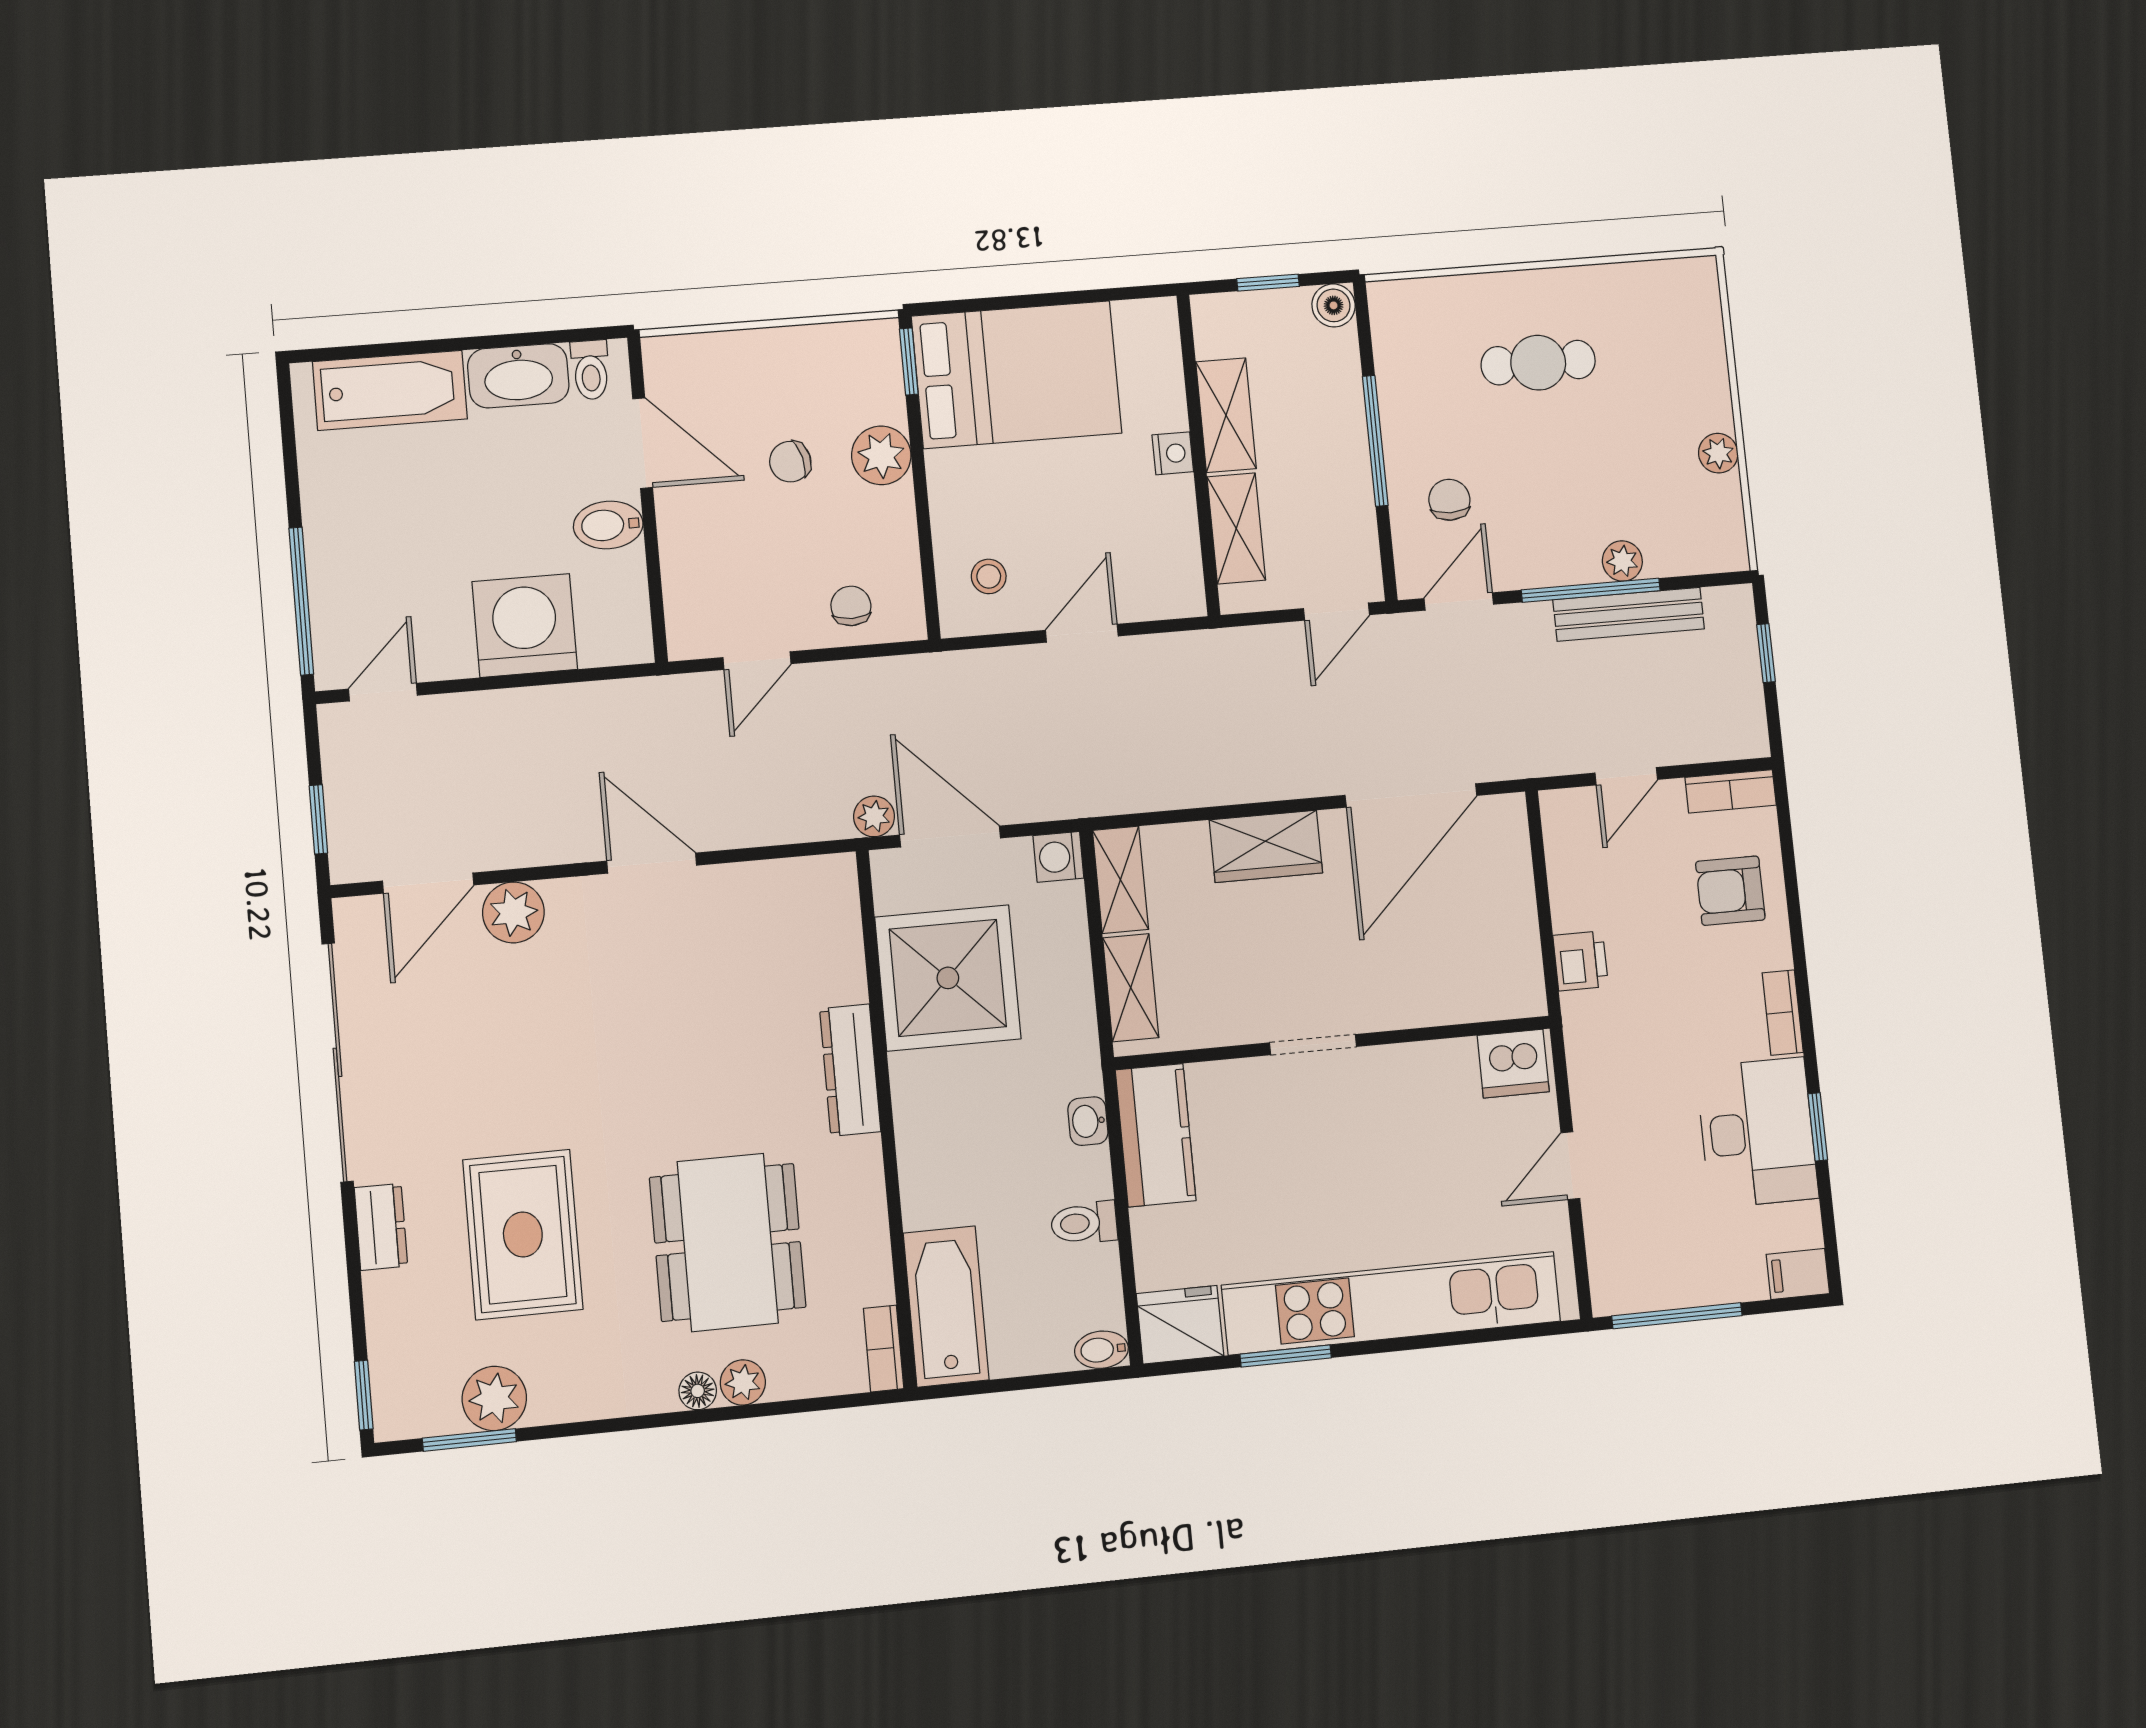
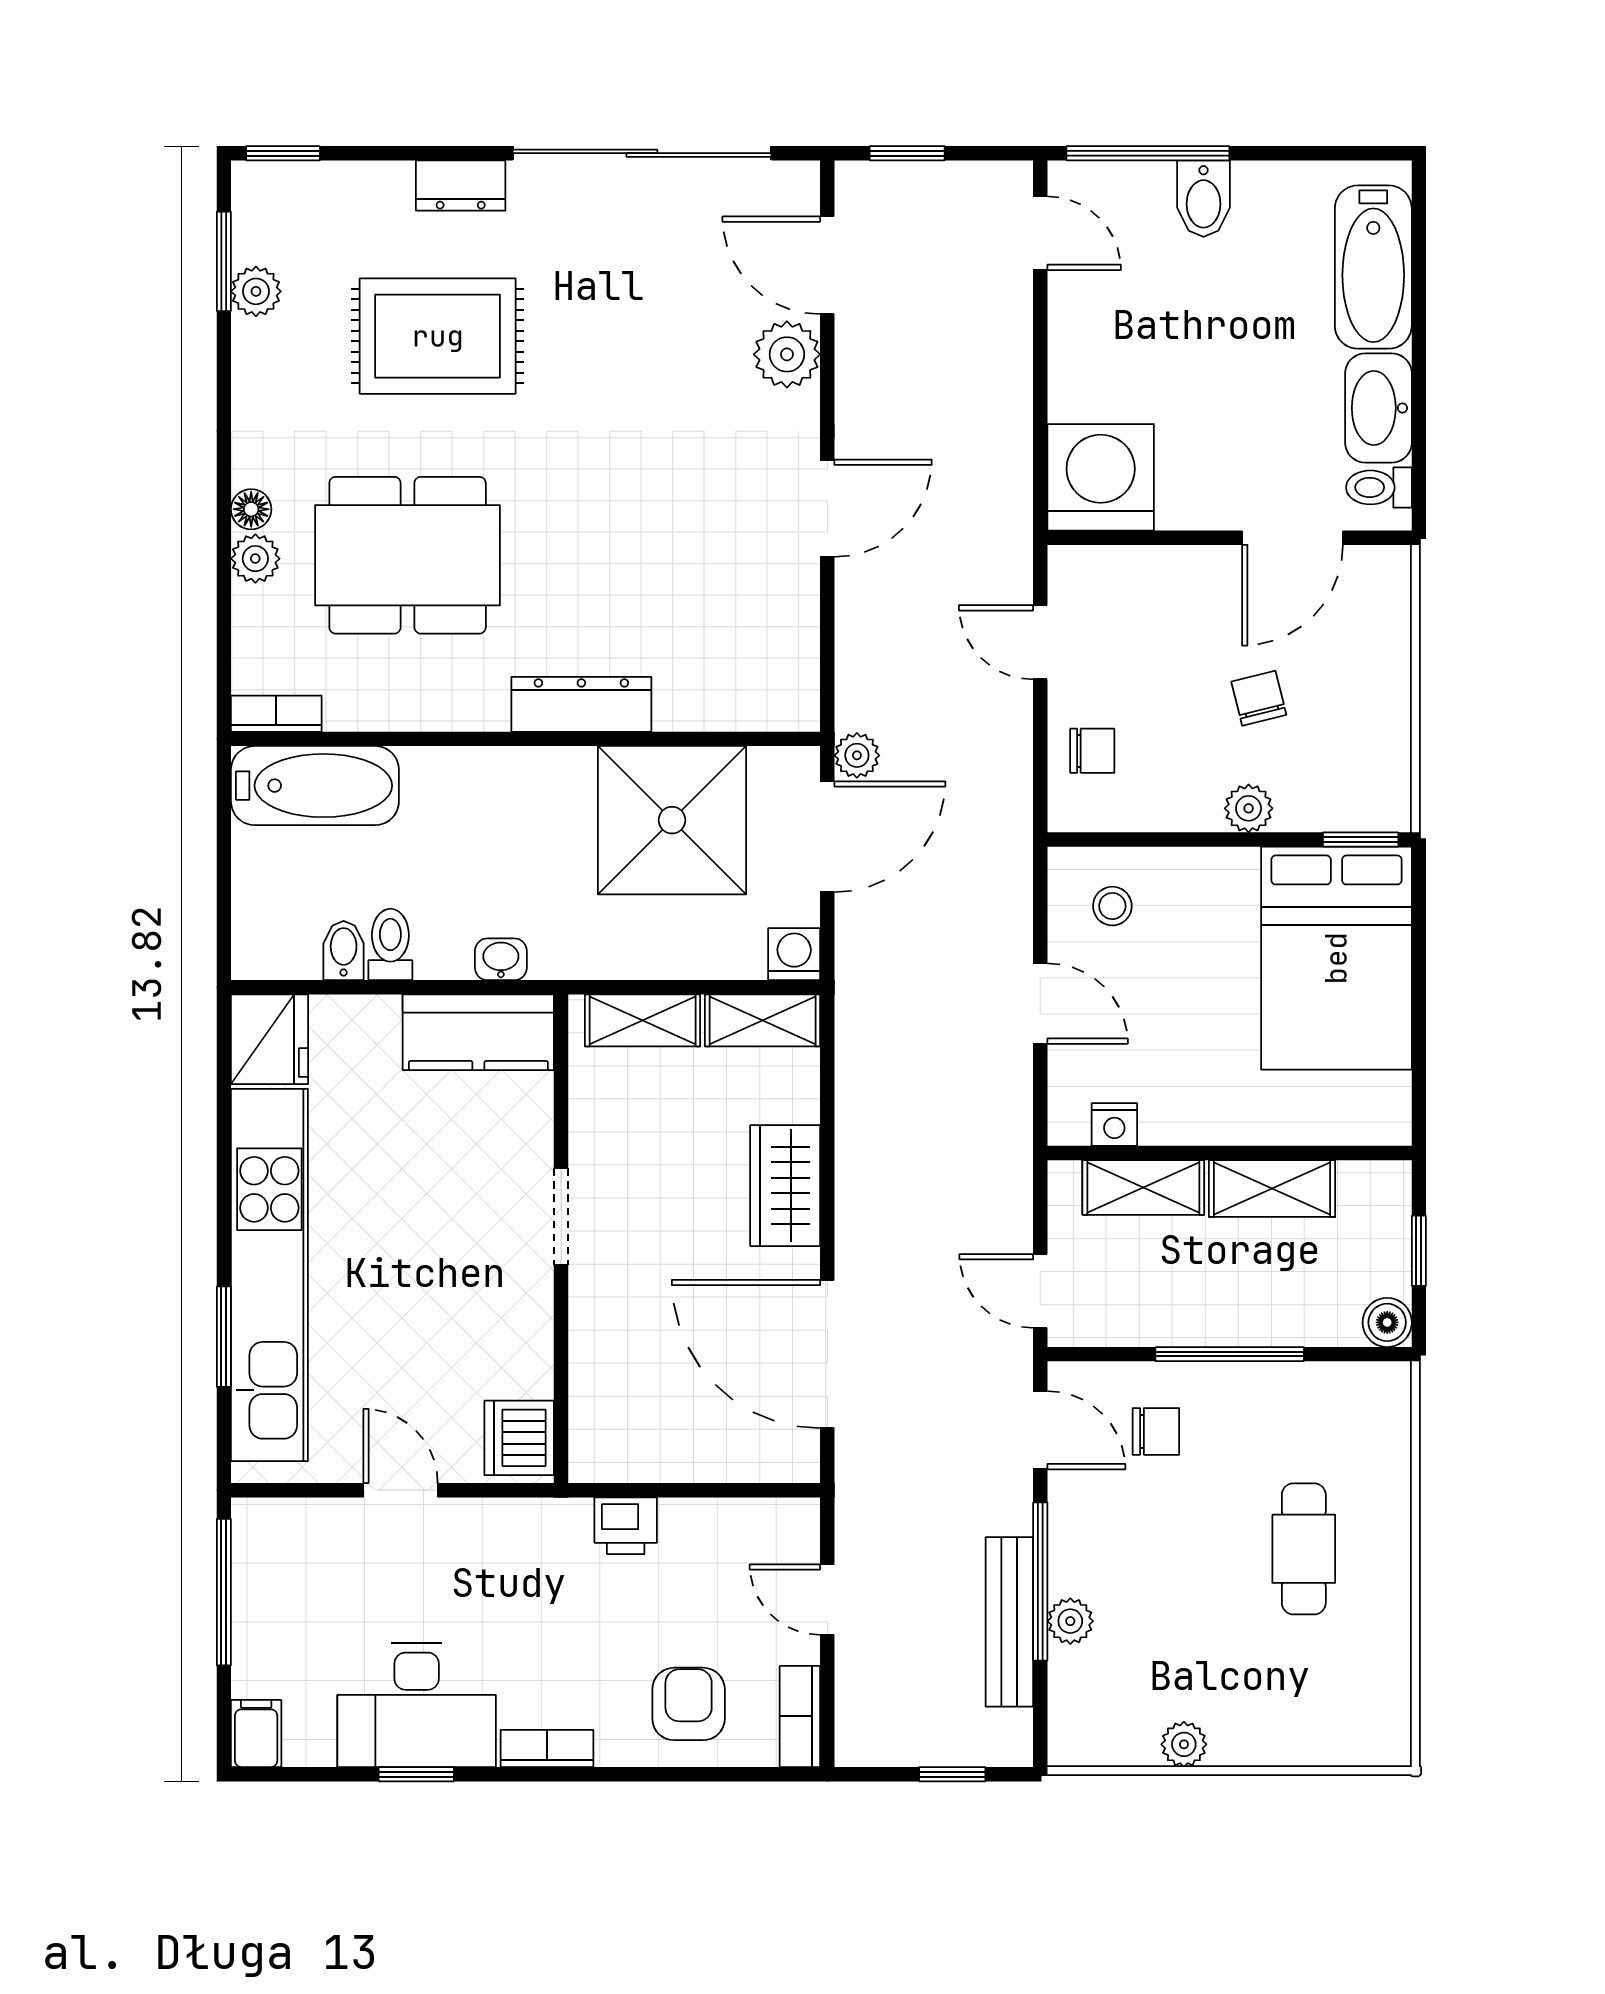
nightstand: (1173, 453) -> (1114, 1124), moved
plant: (881, 455) -> (1249, 808), width x0.73, depth x0.73
bidet: (608, 525) -> (1203, 199), moved, turned 180
washing machine: (525, 625) -> (1101, 477), moved, turned -90
bidet: (1101, 1350) -> (344, 951), moved
window: (1286, 1356) -> (224, 1337), moved
plant: (494, 1398) -> (256, 291), width x0.73, depth x0.73

